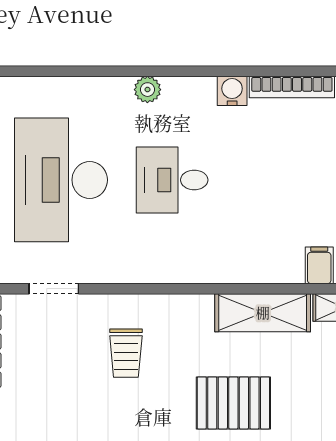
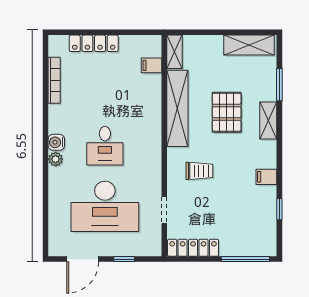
water cooler: (232, 91) -> (56, 142), moved
shelving: (263, 313) -> (177, 108), width x1.47

